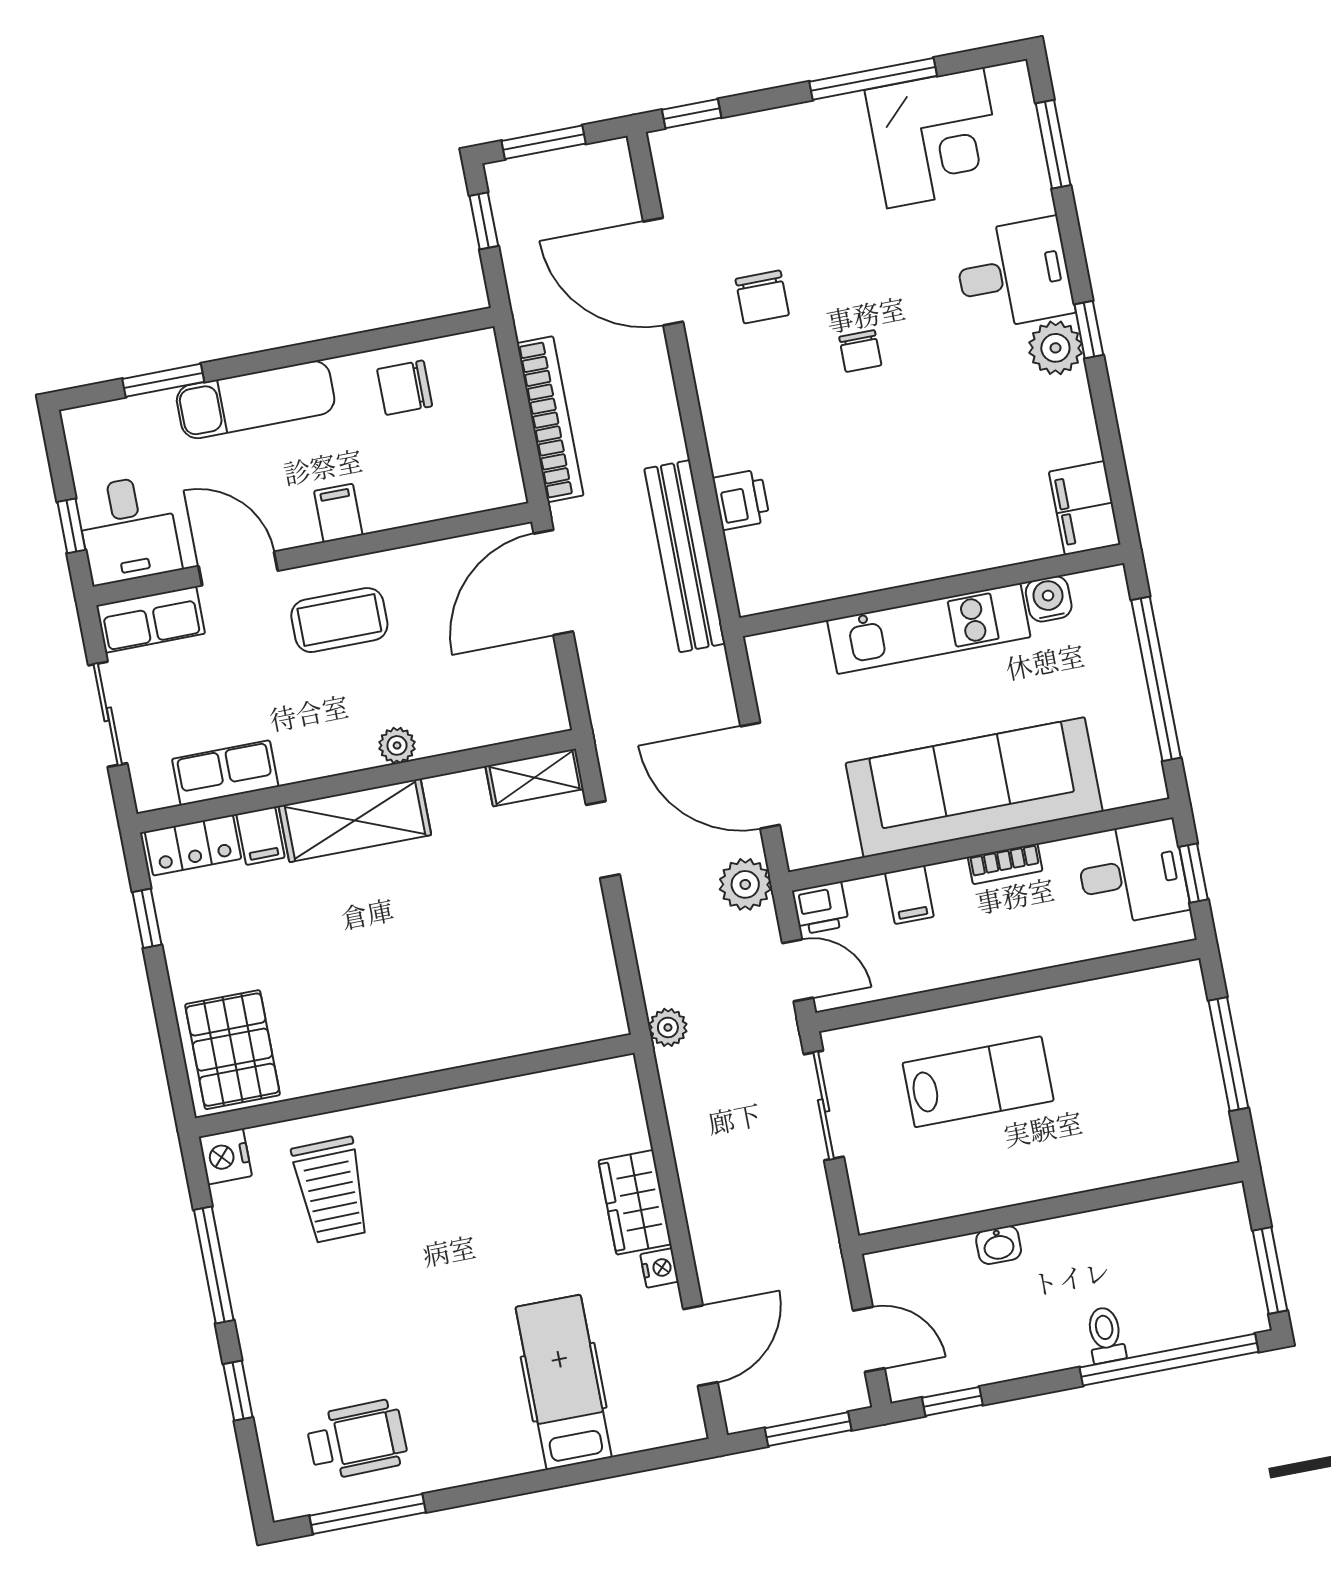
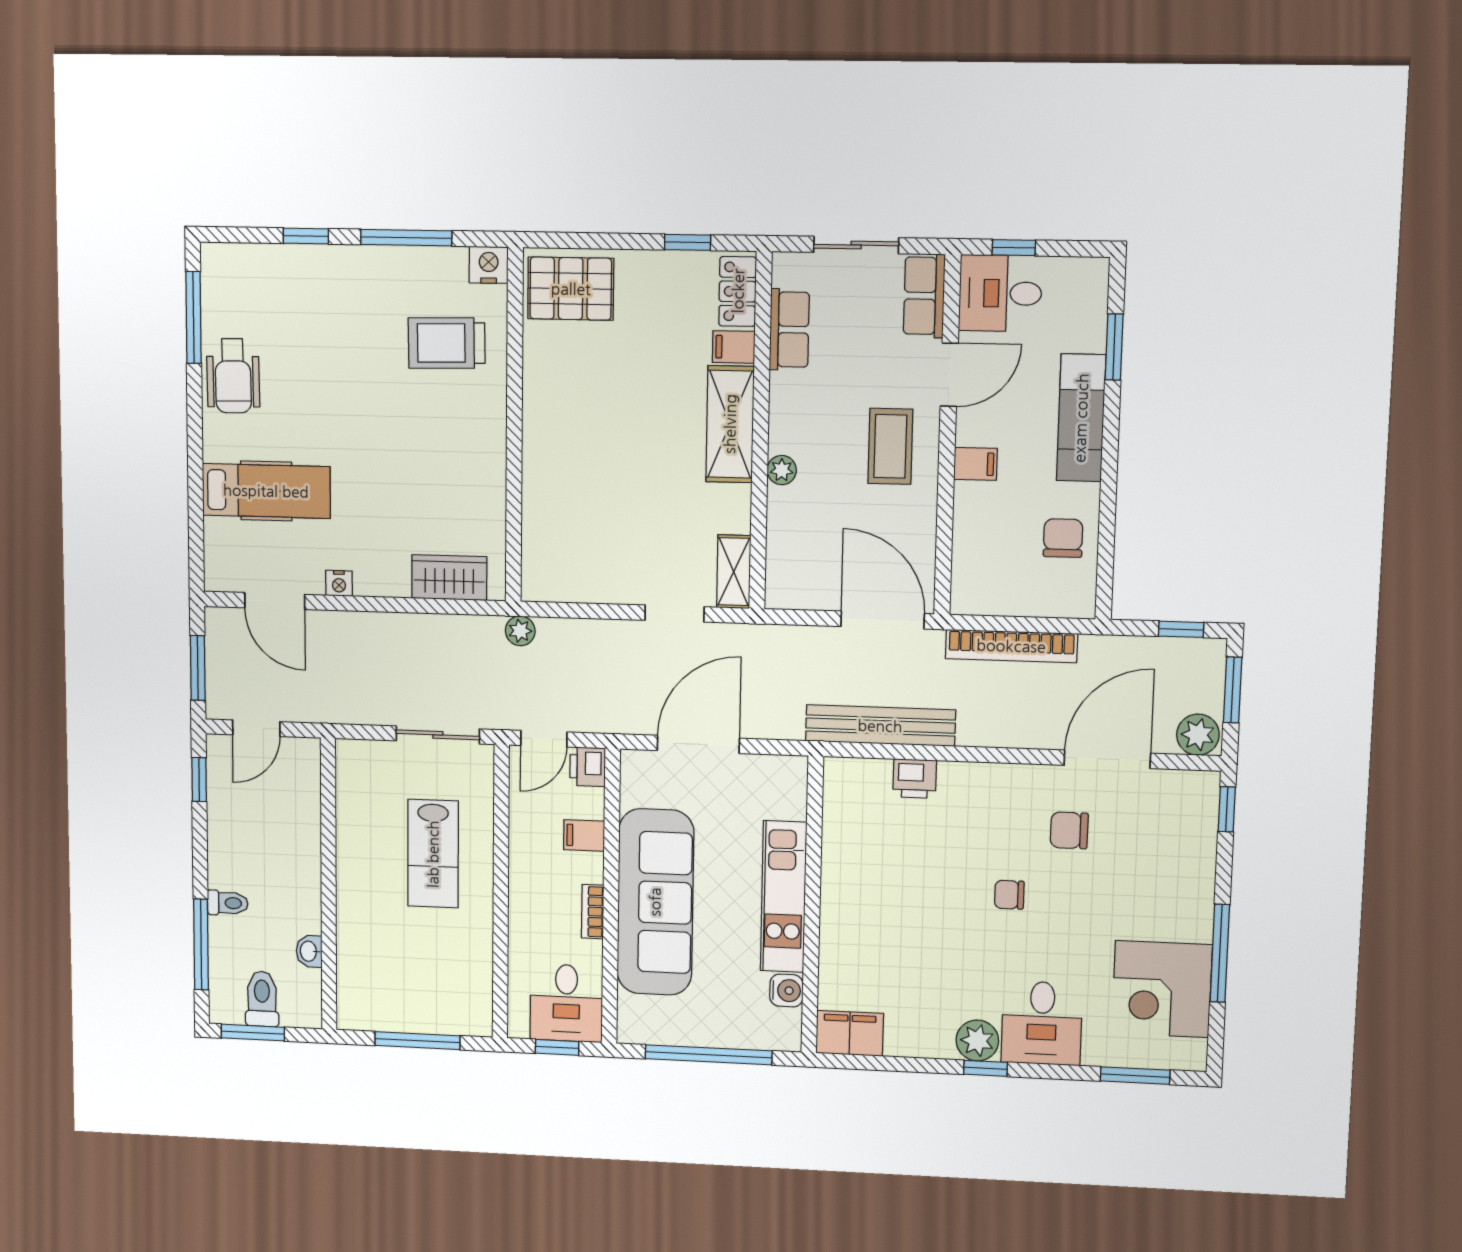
plant: (745, 884) -> (1198, 735), moved
wardrobe: (635, 1202) -> (449, 578), moved
washbasin: (999, 1245) -> (309, 951), moved
toilet: (1222, 1267) -> (262, 999), added
window: (1169, 1360) -> (201, 945), width x0.68
wheelchair: (357, 1440) -> (233, 376), moved

